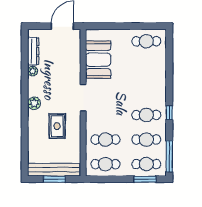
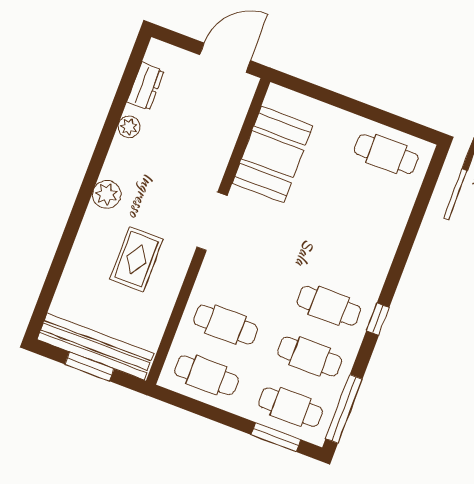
dresser: (33, 51) -> (146, 86), width x0.70

